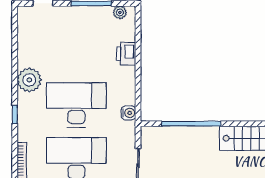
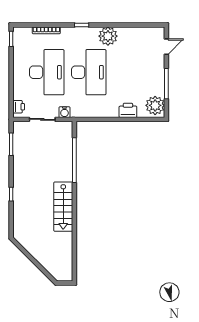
plant: (120, 12) -> (155, 105), width x1.87, depth x1.87
water cooler: (129, 113) -> (64, 112), moved

